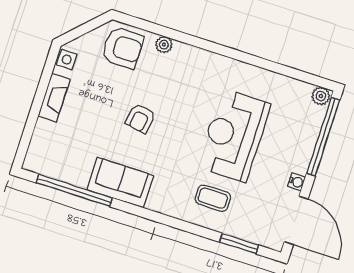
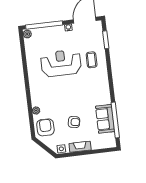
armchair: (140, 118) -> (74, 122), moved
reception desk: (234, 135) -> (61, 63), turned 180
sofa: (120, 183) -> (105, 119), moved

